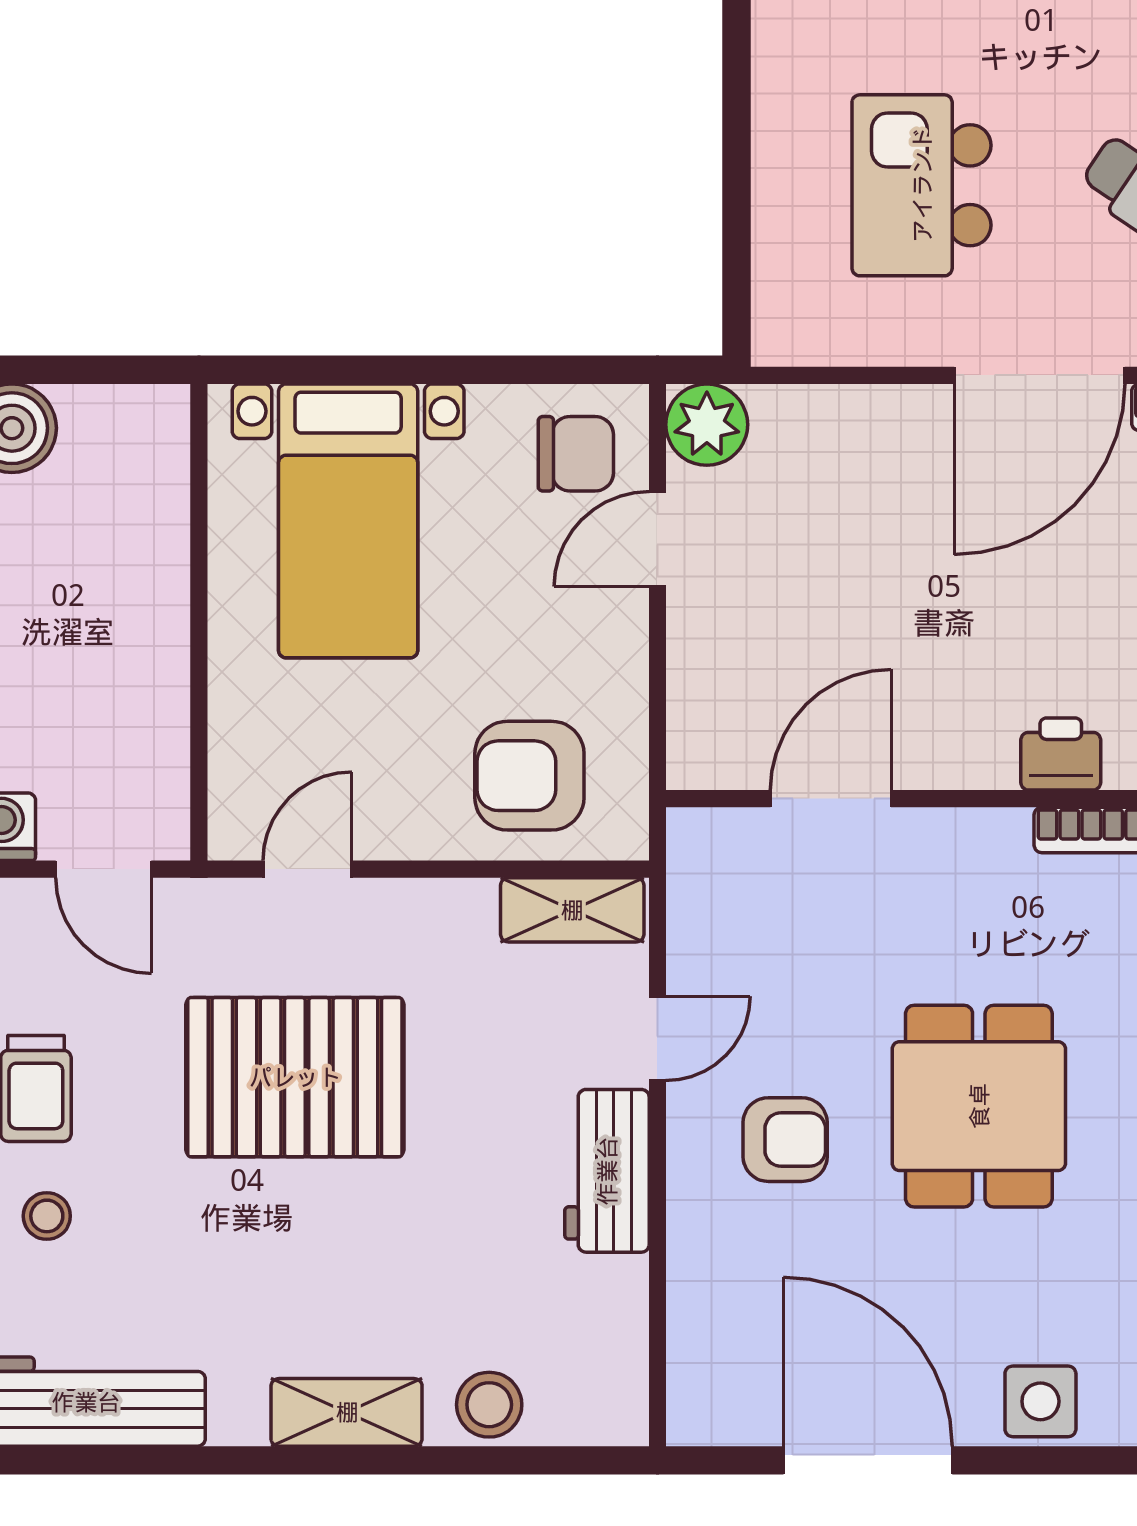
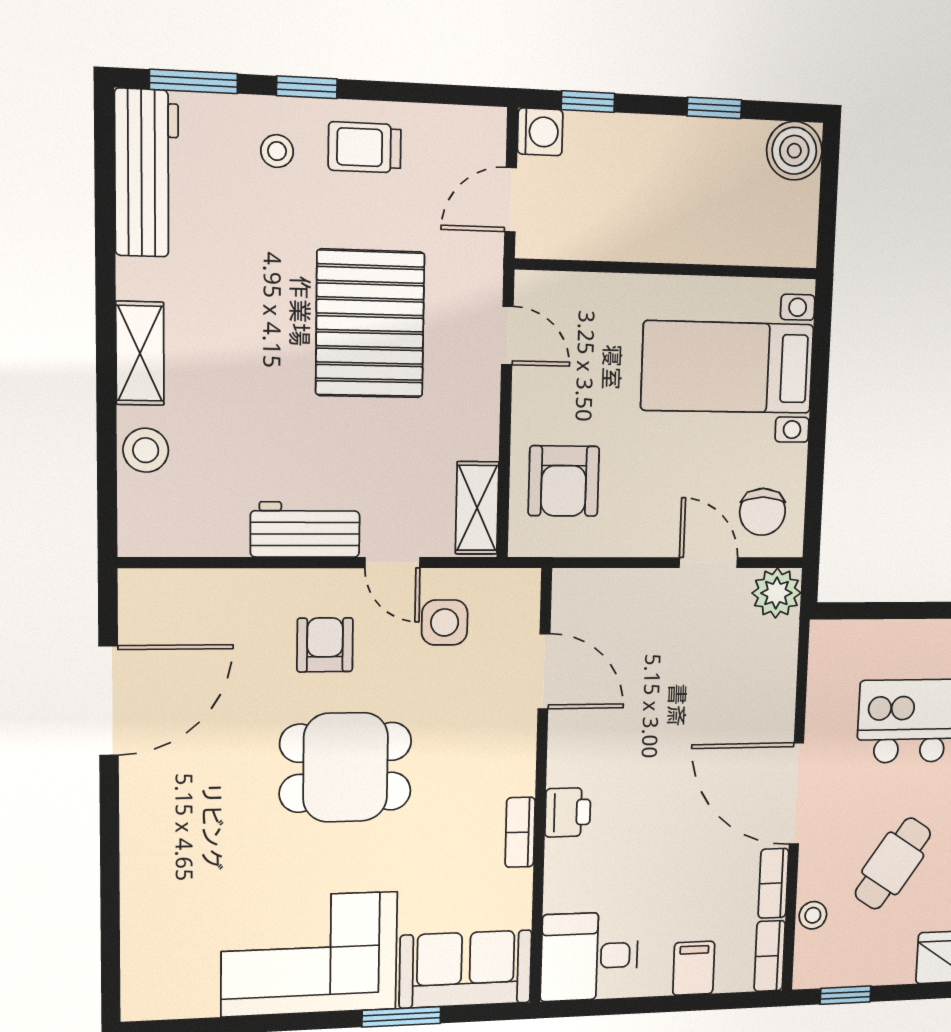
armchair: (529, 776) -> (564, 481), turned 180
armchair: (785, 1140) -> (325, 645), turned 180
side table: (1040, 1401) -> (445, 622), moved

